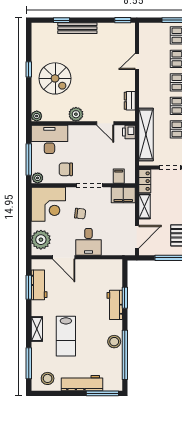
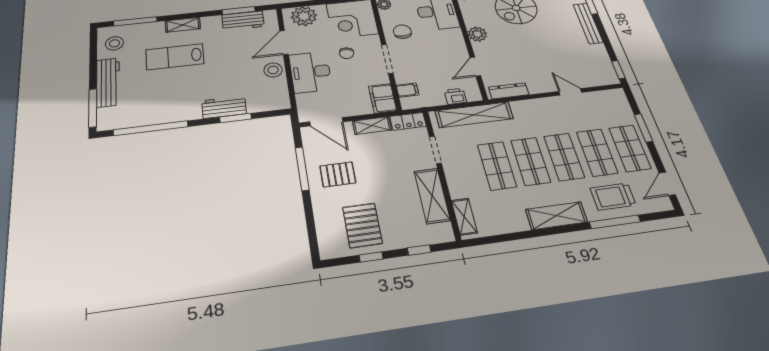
dresser: (130, 101) -> (509, 91), width x1.44
printer: (129, 132) -> (455, 96), moved
desk: (88, 242) -> (310, 72), width x1.37
stool: (114, 342) -> (273, 70), moved

